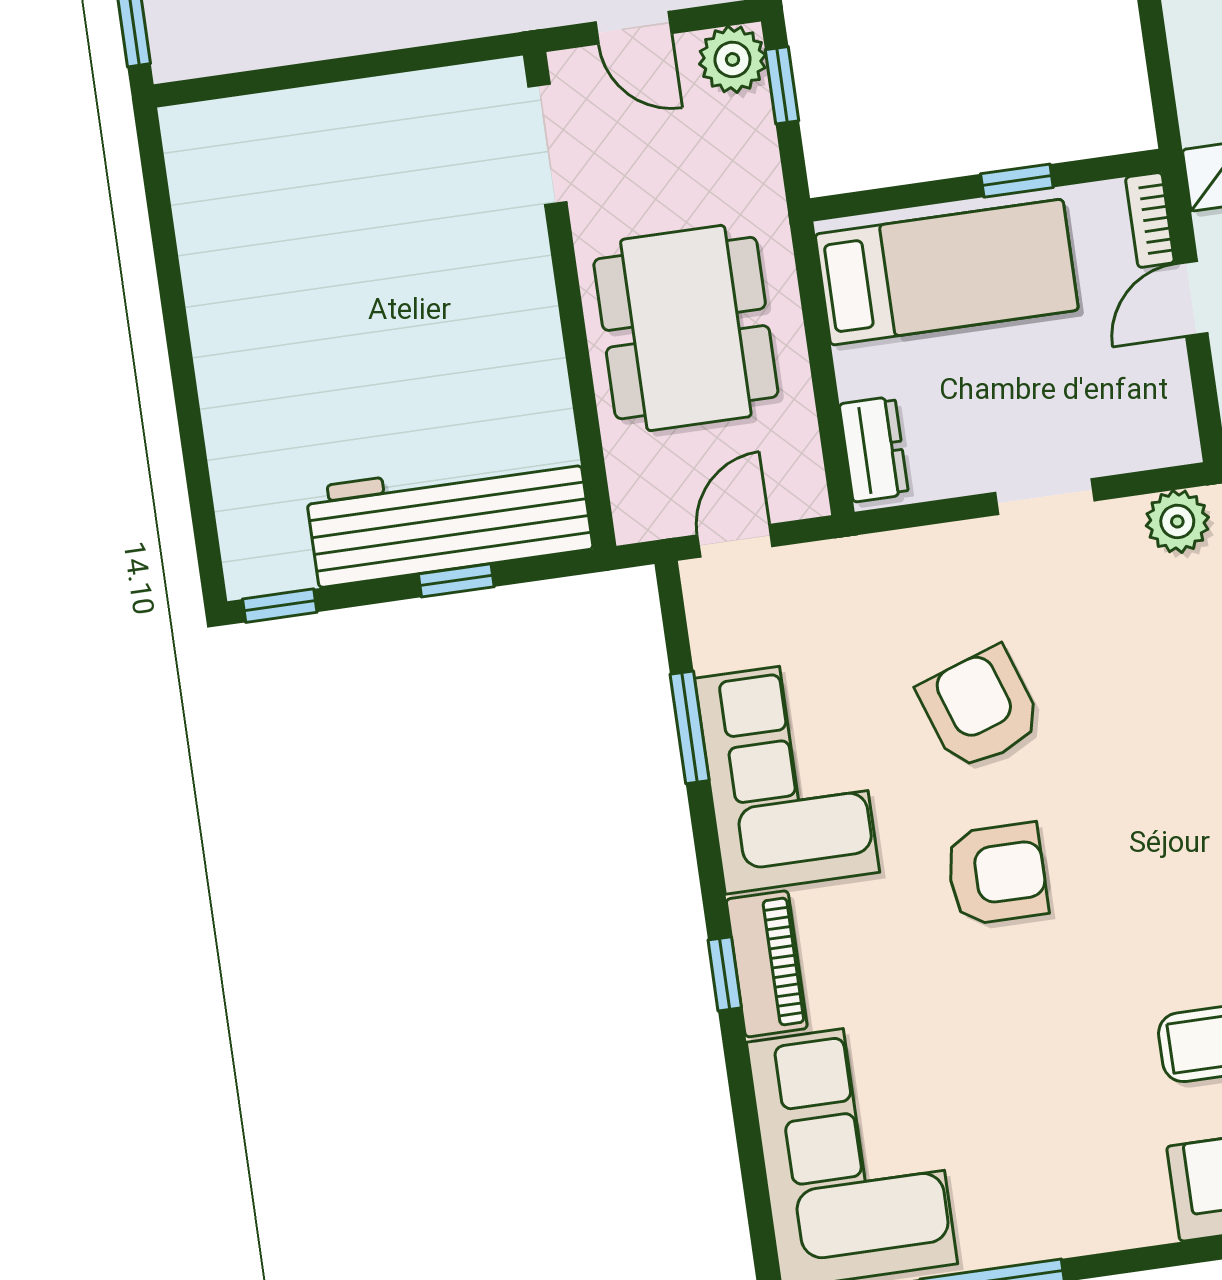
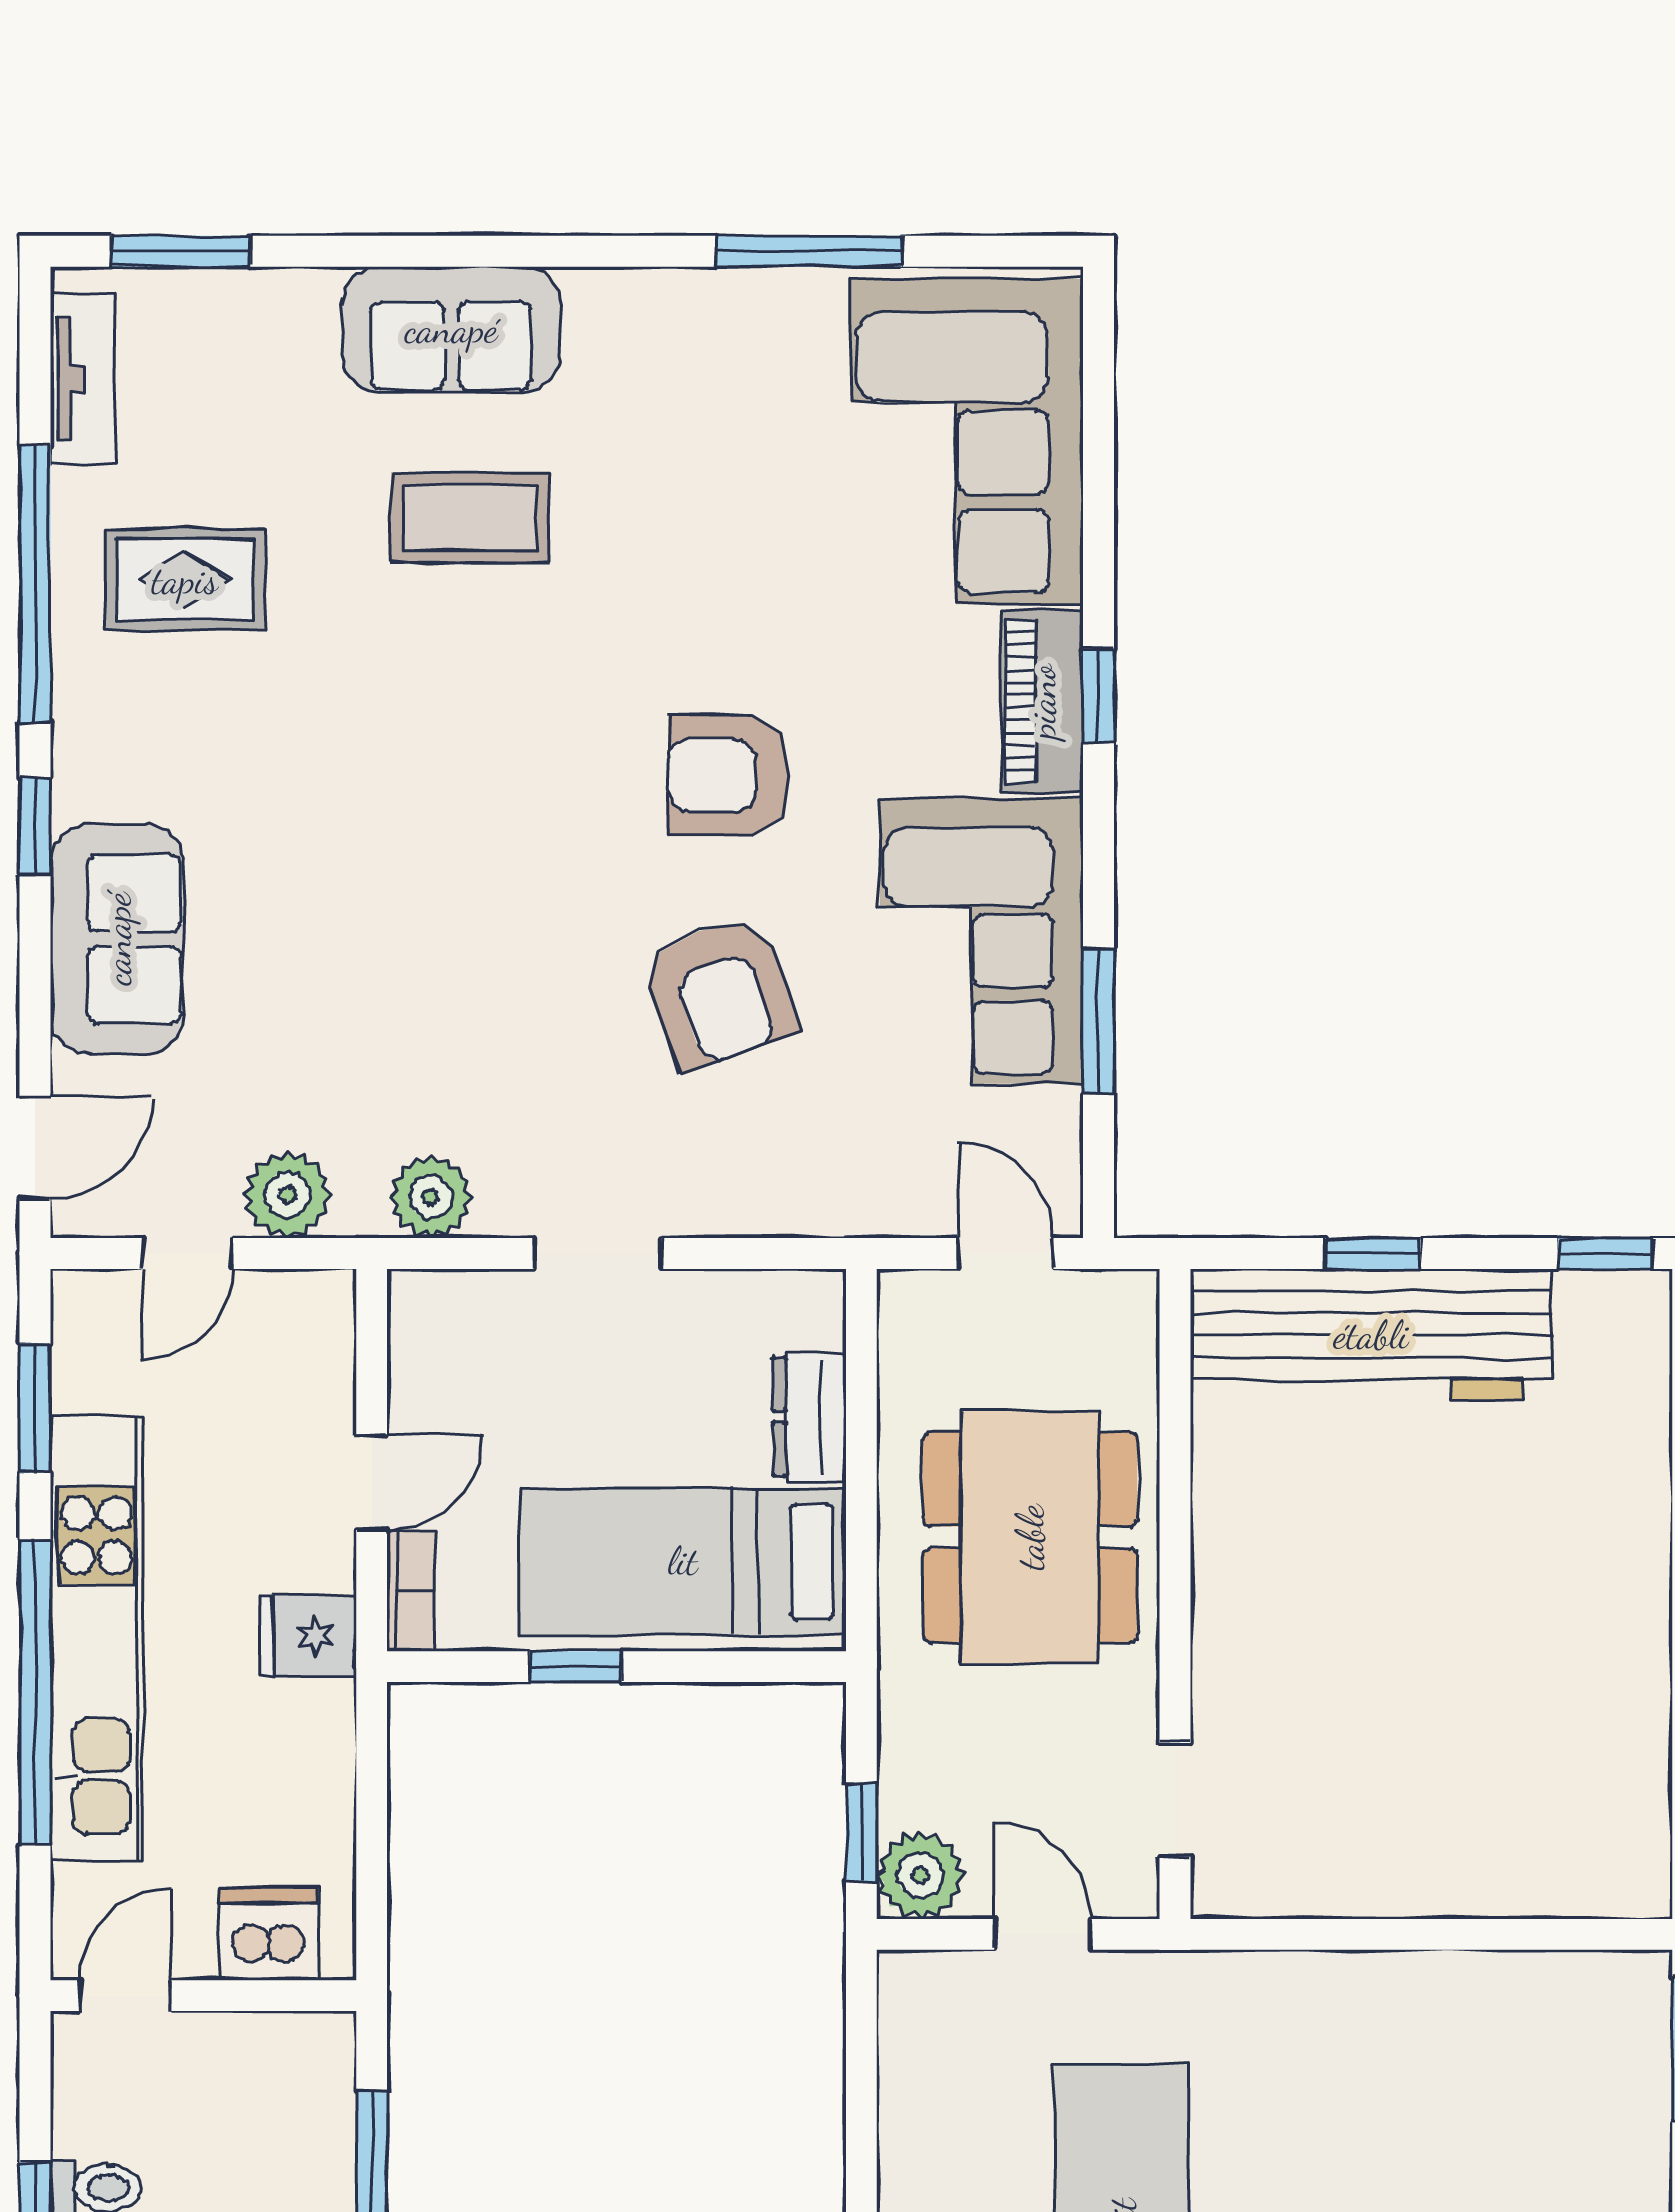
doorway: (547, 144) -> (1175, 1800), width x0.73
dresser: (874, 449) -> (809, 1417), moved
door: (735, 541) -> (1006, 1253), swing flipped

